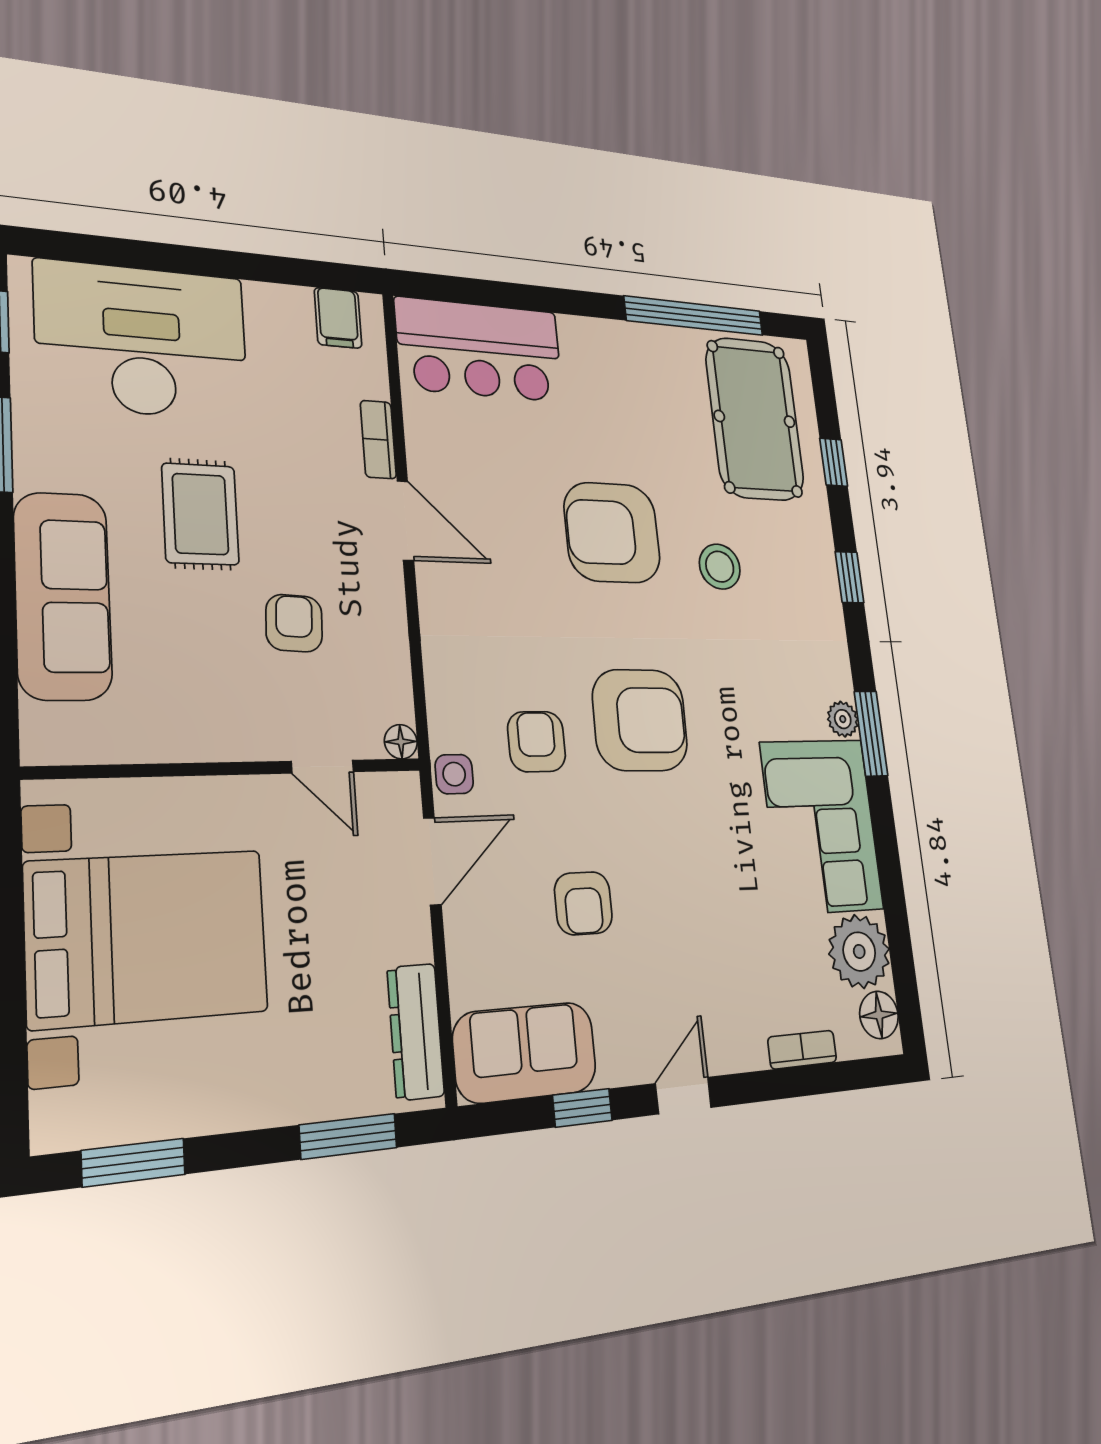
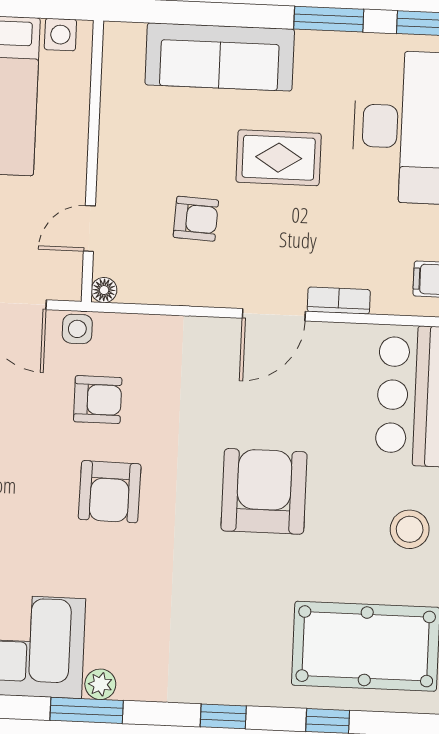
stool: (720, 567) -> (410, 529), moved
armchair: (640, 720) -> (110, 492), width x0.73, depth x0.73

